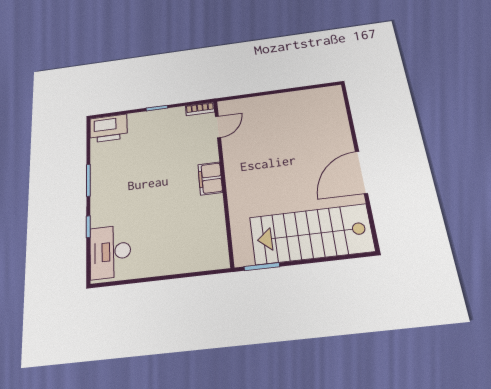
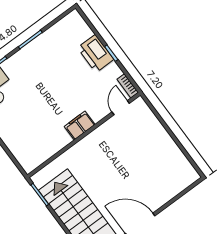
door: (218, 127) -> (121, 108), swing flipped
printer: (108, 128) -> (96, 54), moved

